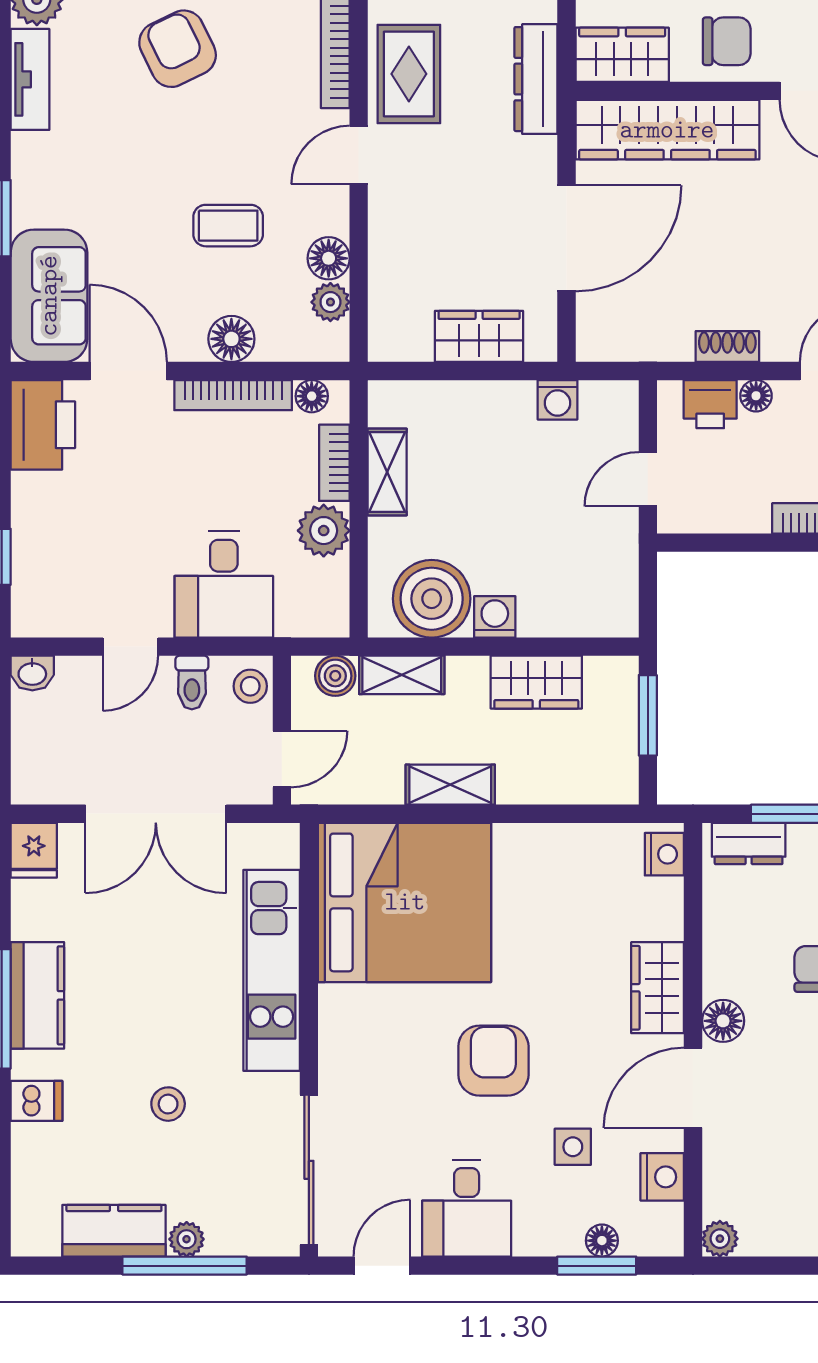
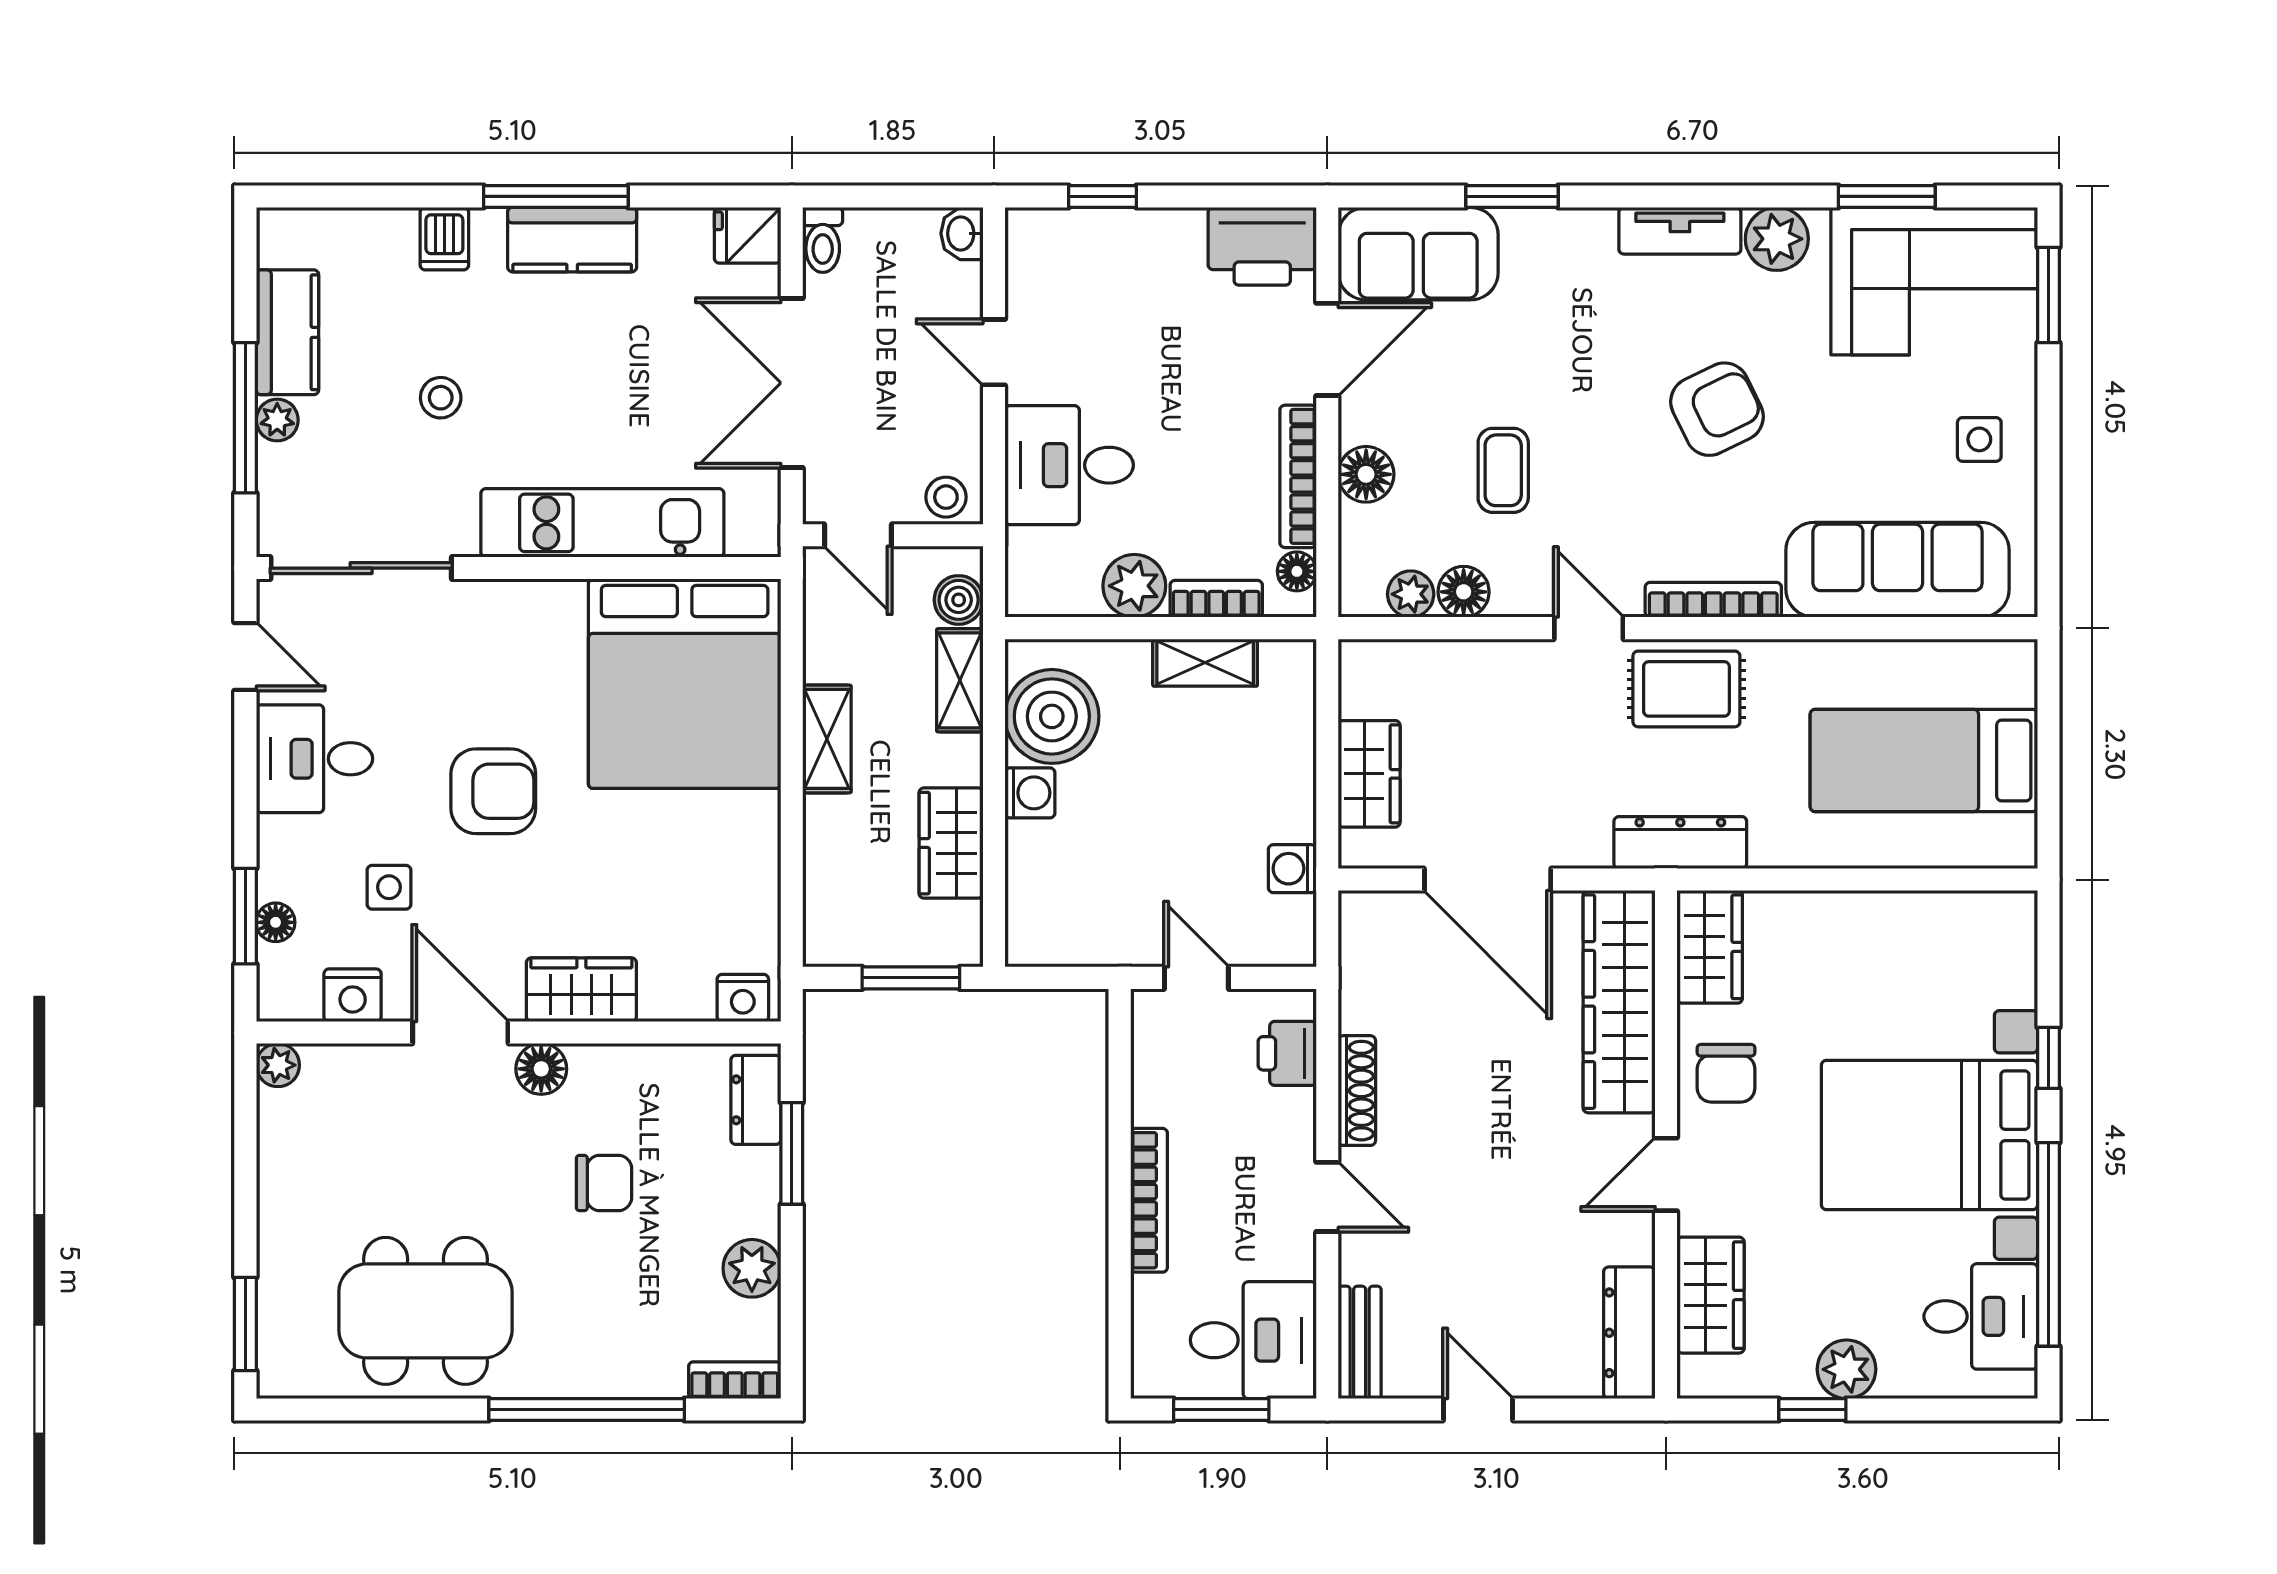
shoe rack: (727, 347) -> (1357, 1091), width x1.43
floor lamp: (756, 396) -> (1297, 1109), removed
toilet: (192, 682) -> (823, 240), moved, turned -90

